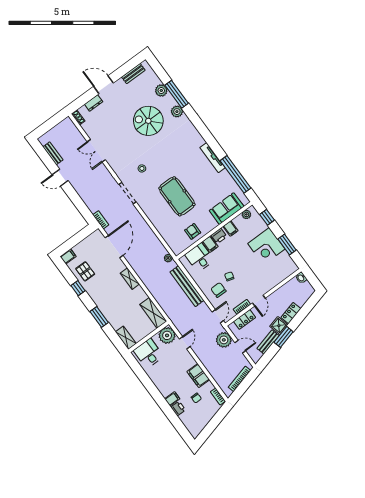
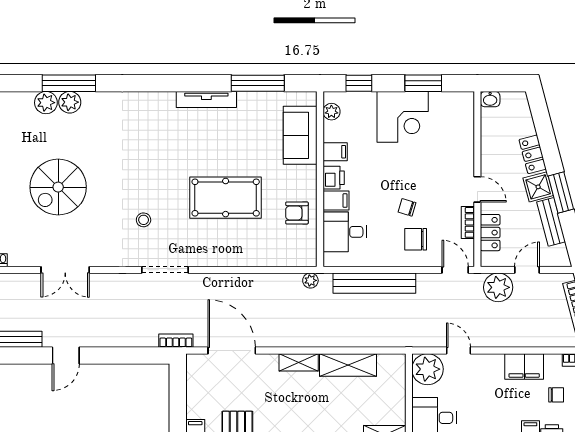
plant: (177, 112) -> (70, 102), moved
spiral stairs: (148, 121) -> (58, 187), moved
window: (235, 174) -> (258, 83), width x0.68
shelving: (153, 313) -> (348, 365), moved

